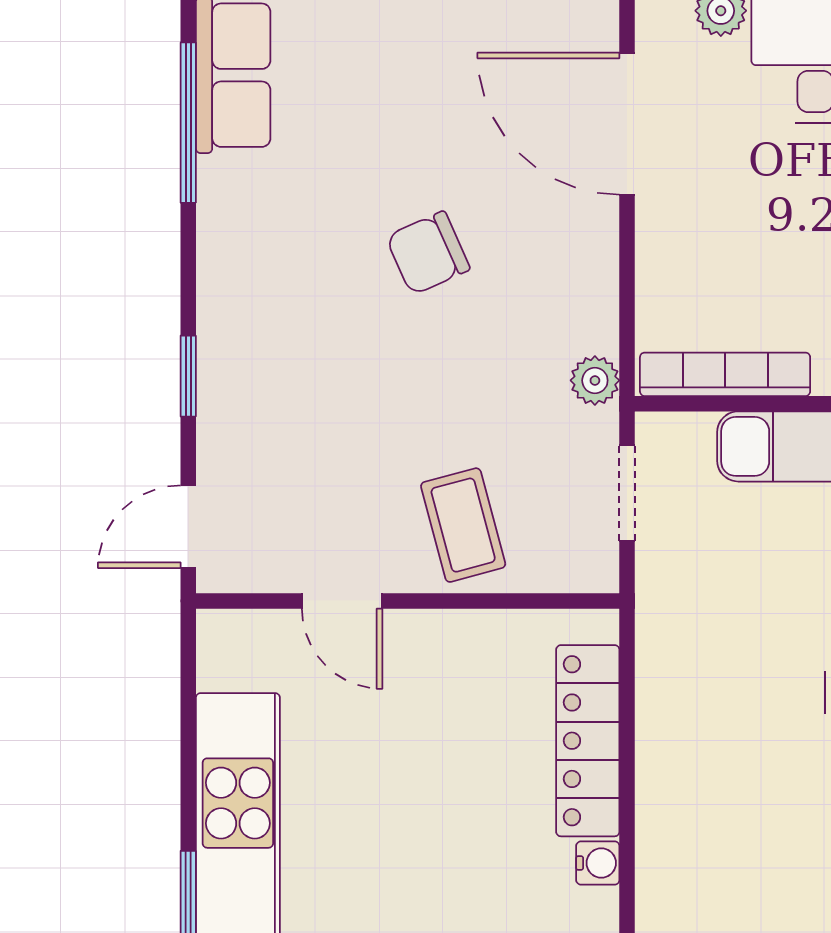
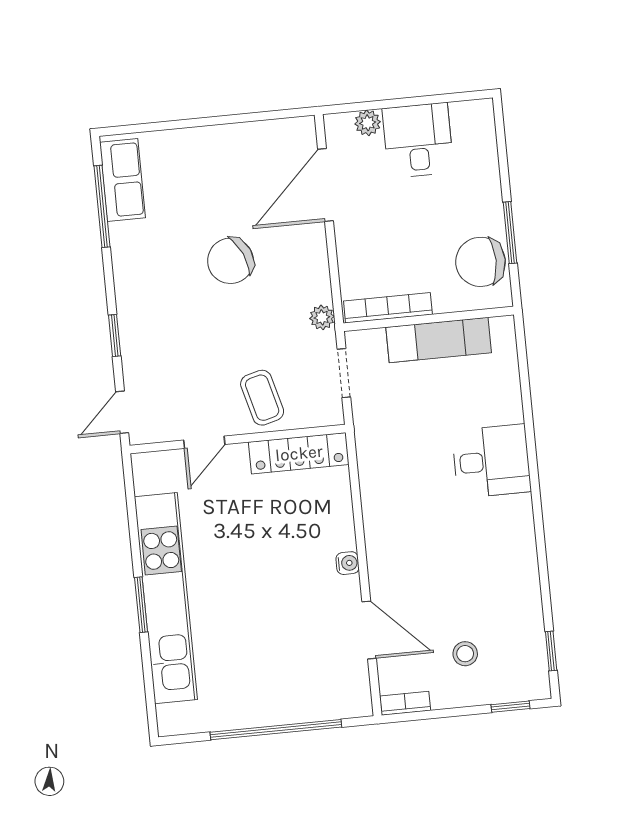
door: (627, 124) -> (326, 185), hinge flipped
chair: (428, 253) -> (231, 261), width x1.37, depth x1.37
door: (342, 601) -> (204, 442), hinge flipped
locker: (588, 741) -> (299, 453), moved, turned -90

